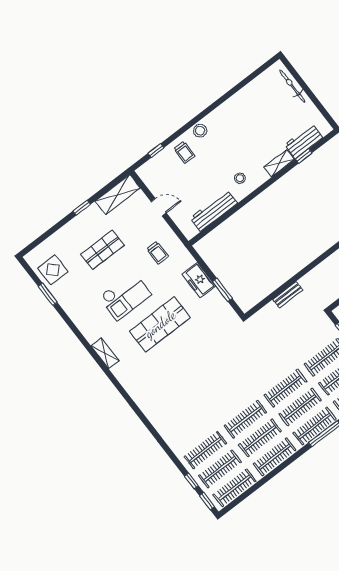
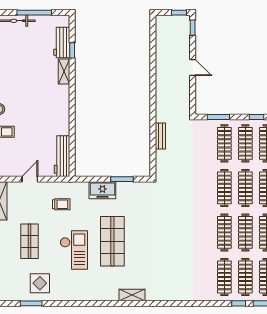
window: (311, 96) -> (34, 13), added
stool: (240, 178) -> (53, 107), removed
workbench: (214, 211) -> (62, 156), moved
display table: (53, 270) -> (40, 283), moved
shelving: (105, 353) -> (132, 295), moved

